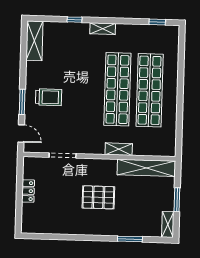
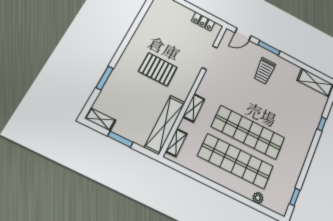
shelving: (103, 29) -> (176, 143), moved
plant: (173, 57) -> (258, 198), added
locker: (28, 191) -> (203, 21), moved
pallet: (98, 197) -> (158, 69), turned 90

